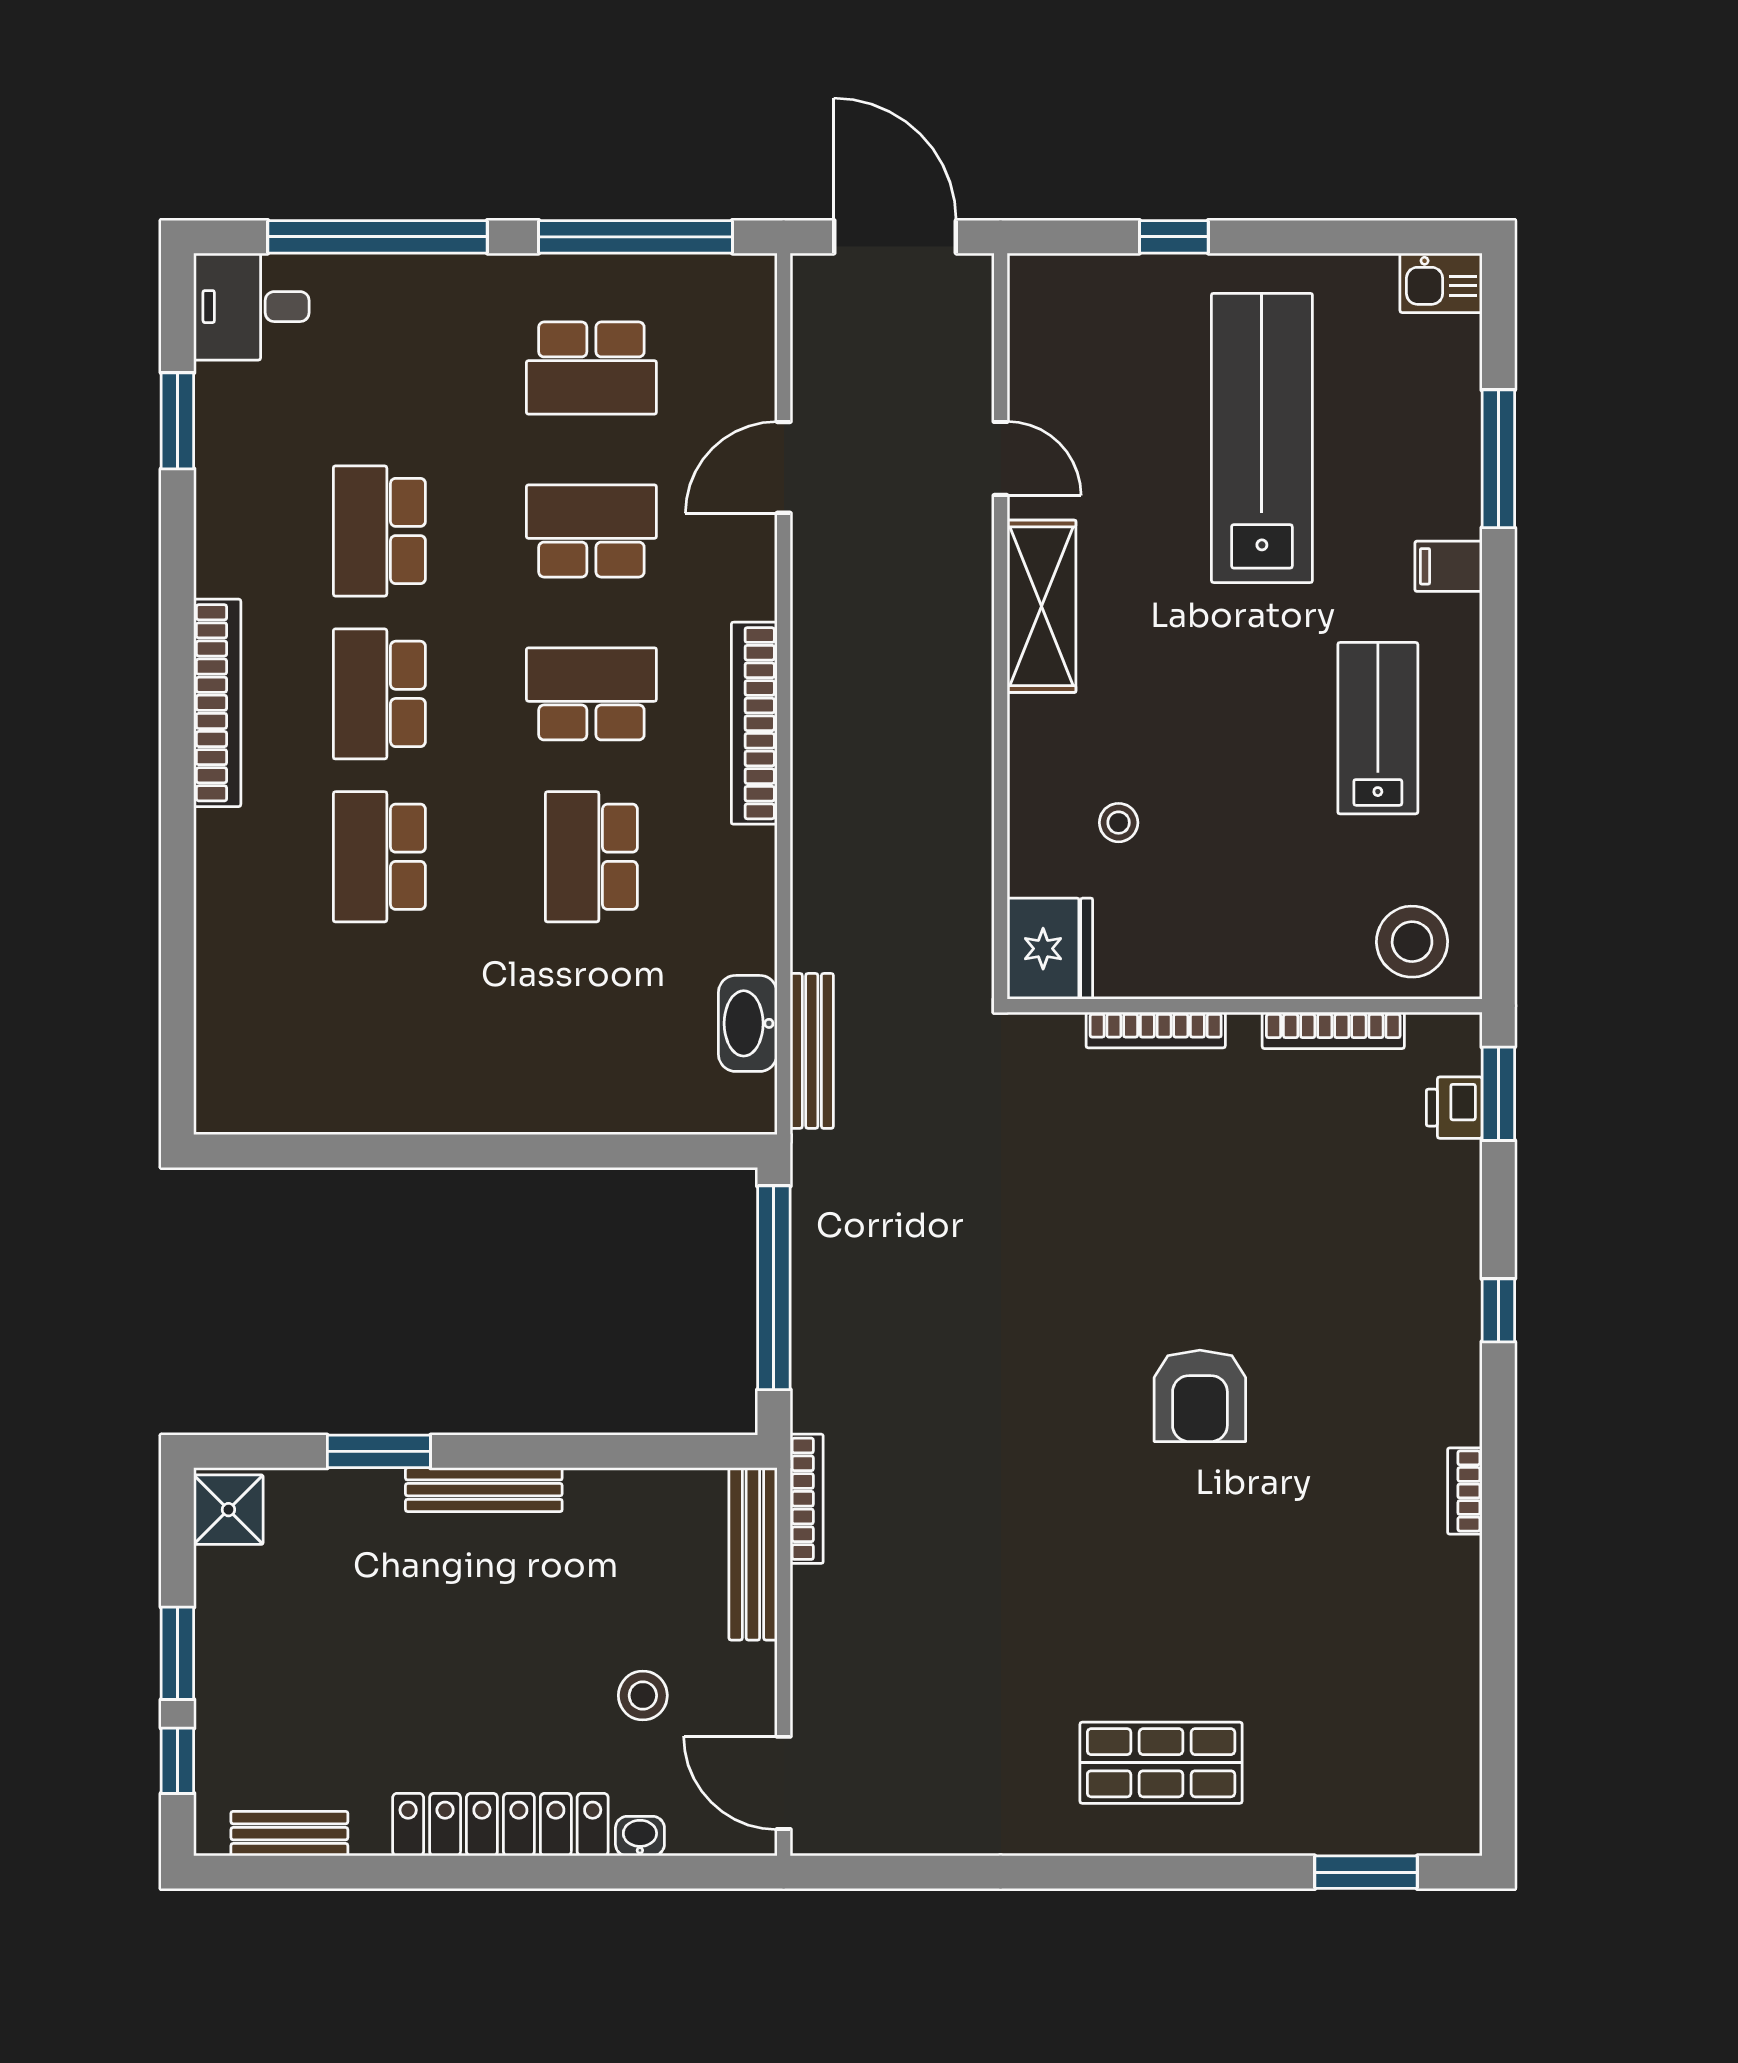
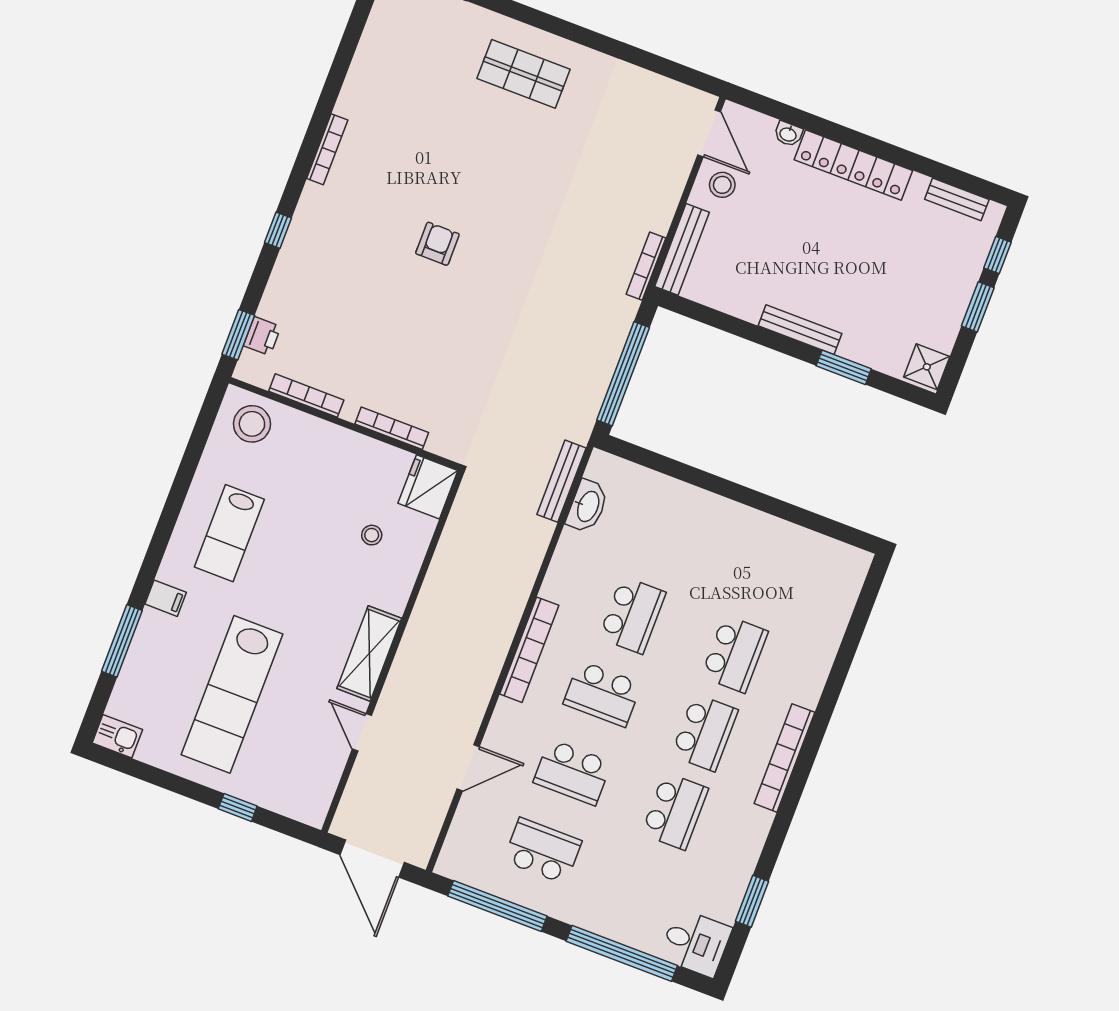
armchair: (1200, 1396) -> (437, 244), width x0.72, depth x0.72
bookcase: (1465, 1491) -> (327, 149), width x1.56
stool: (643, 1695) -> (722, 185), moved

